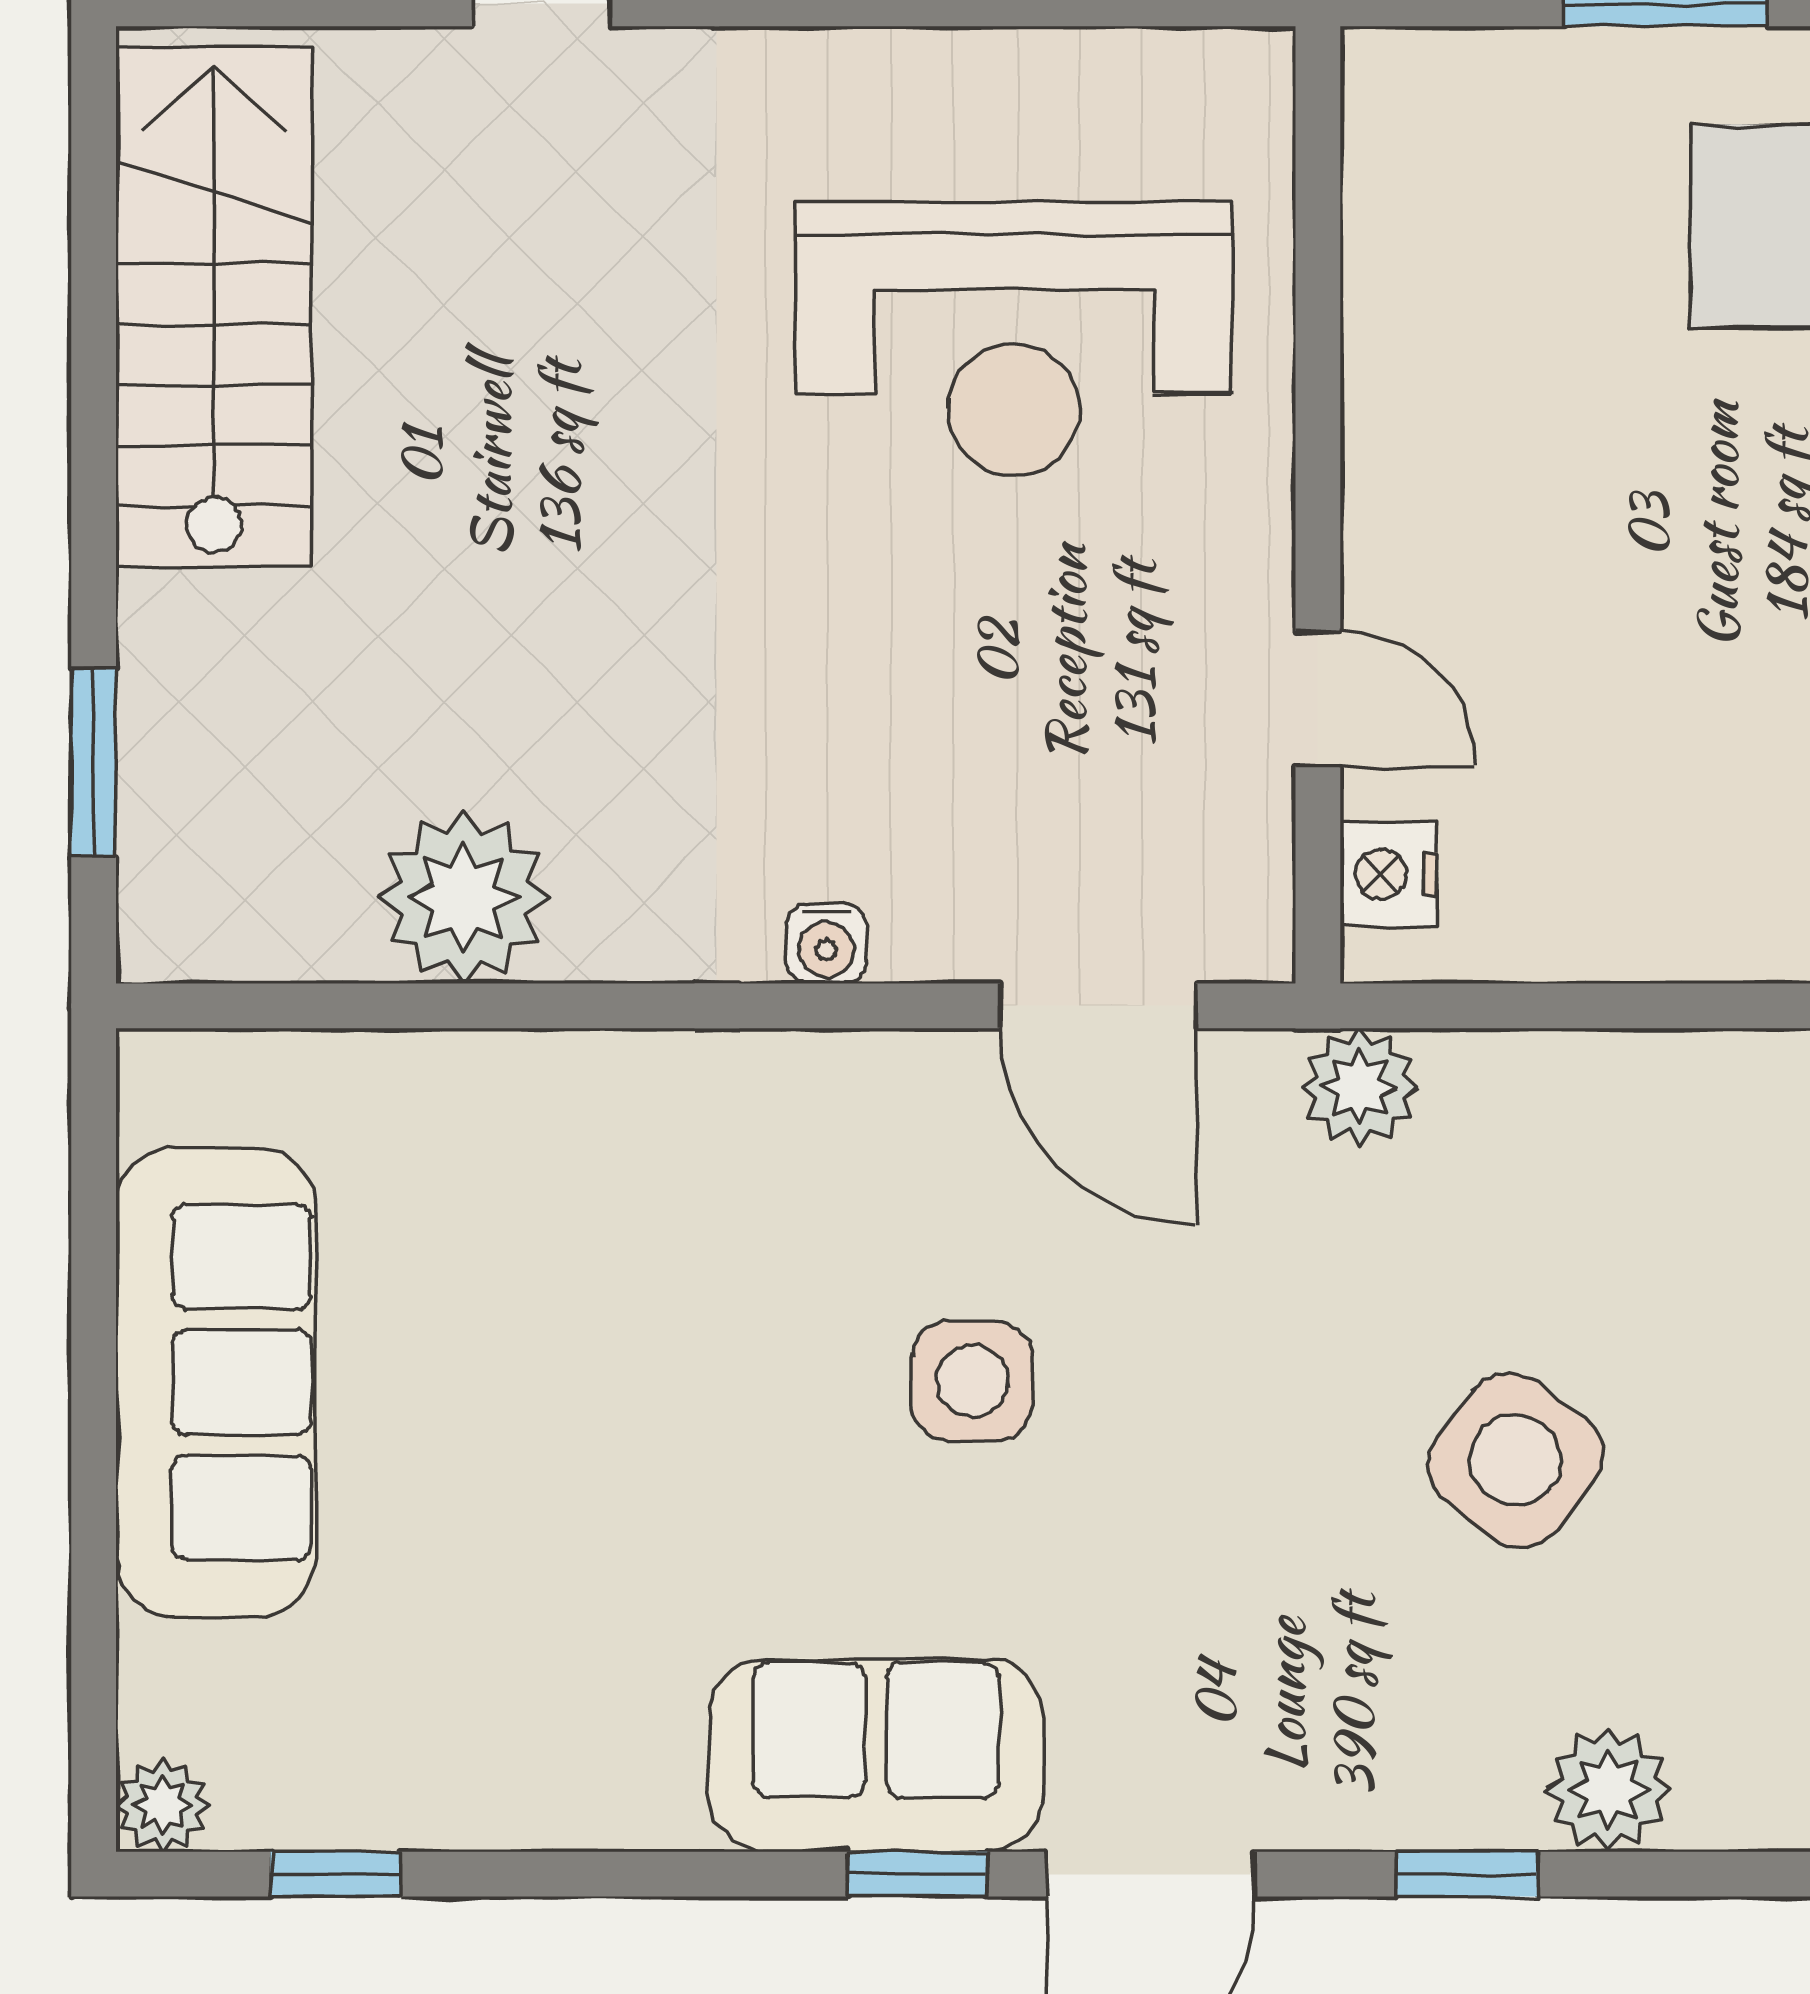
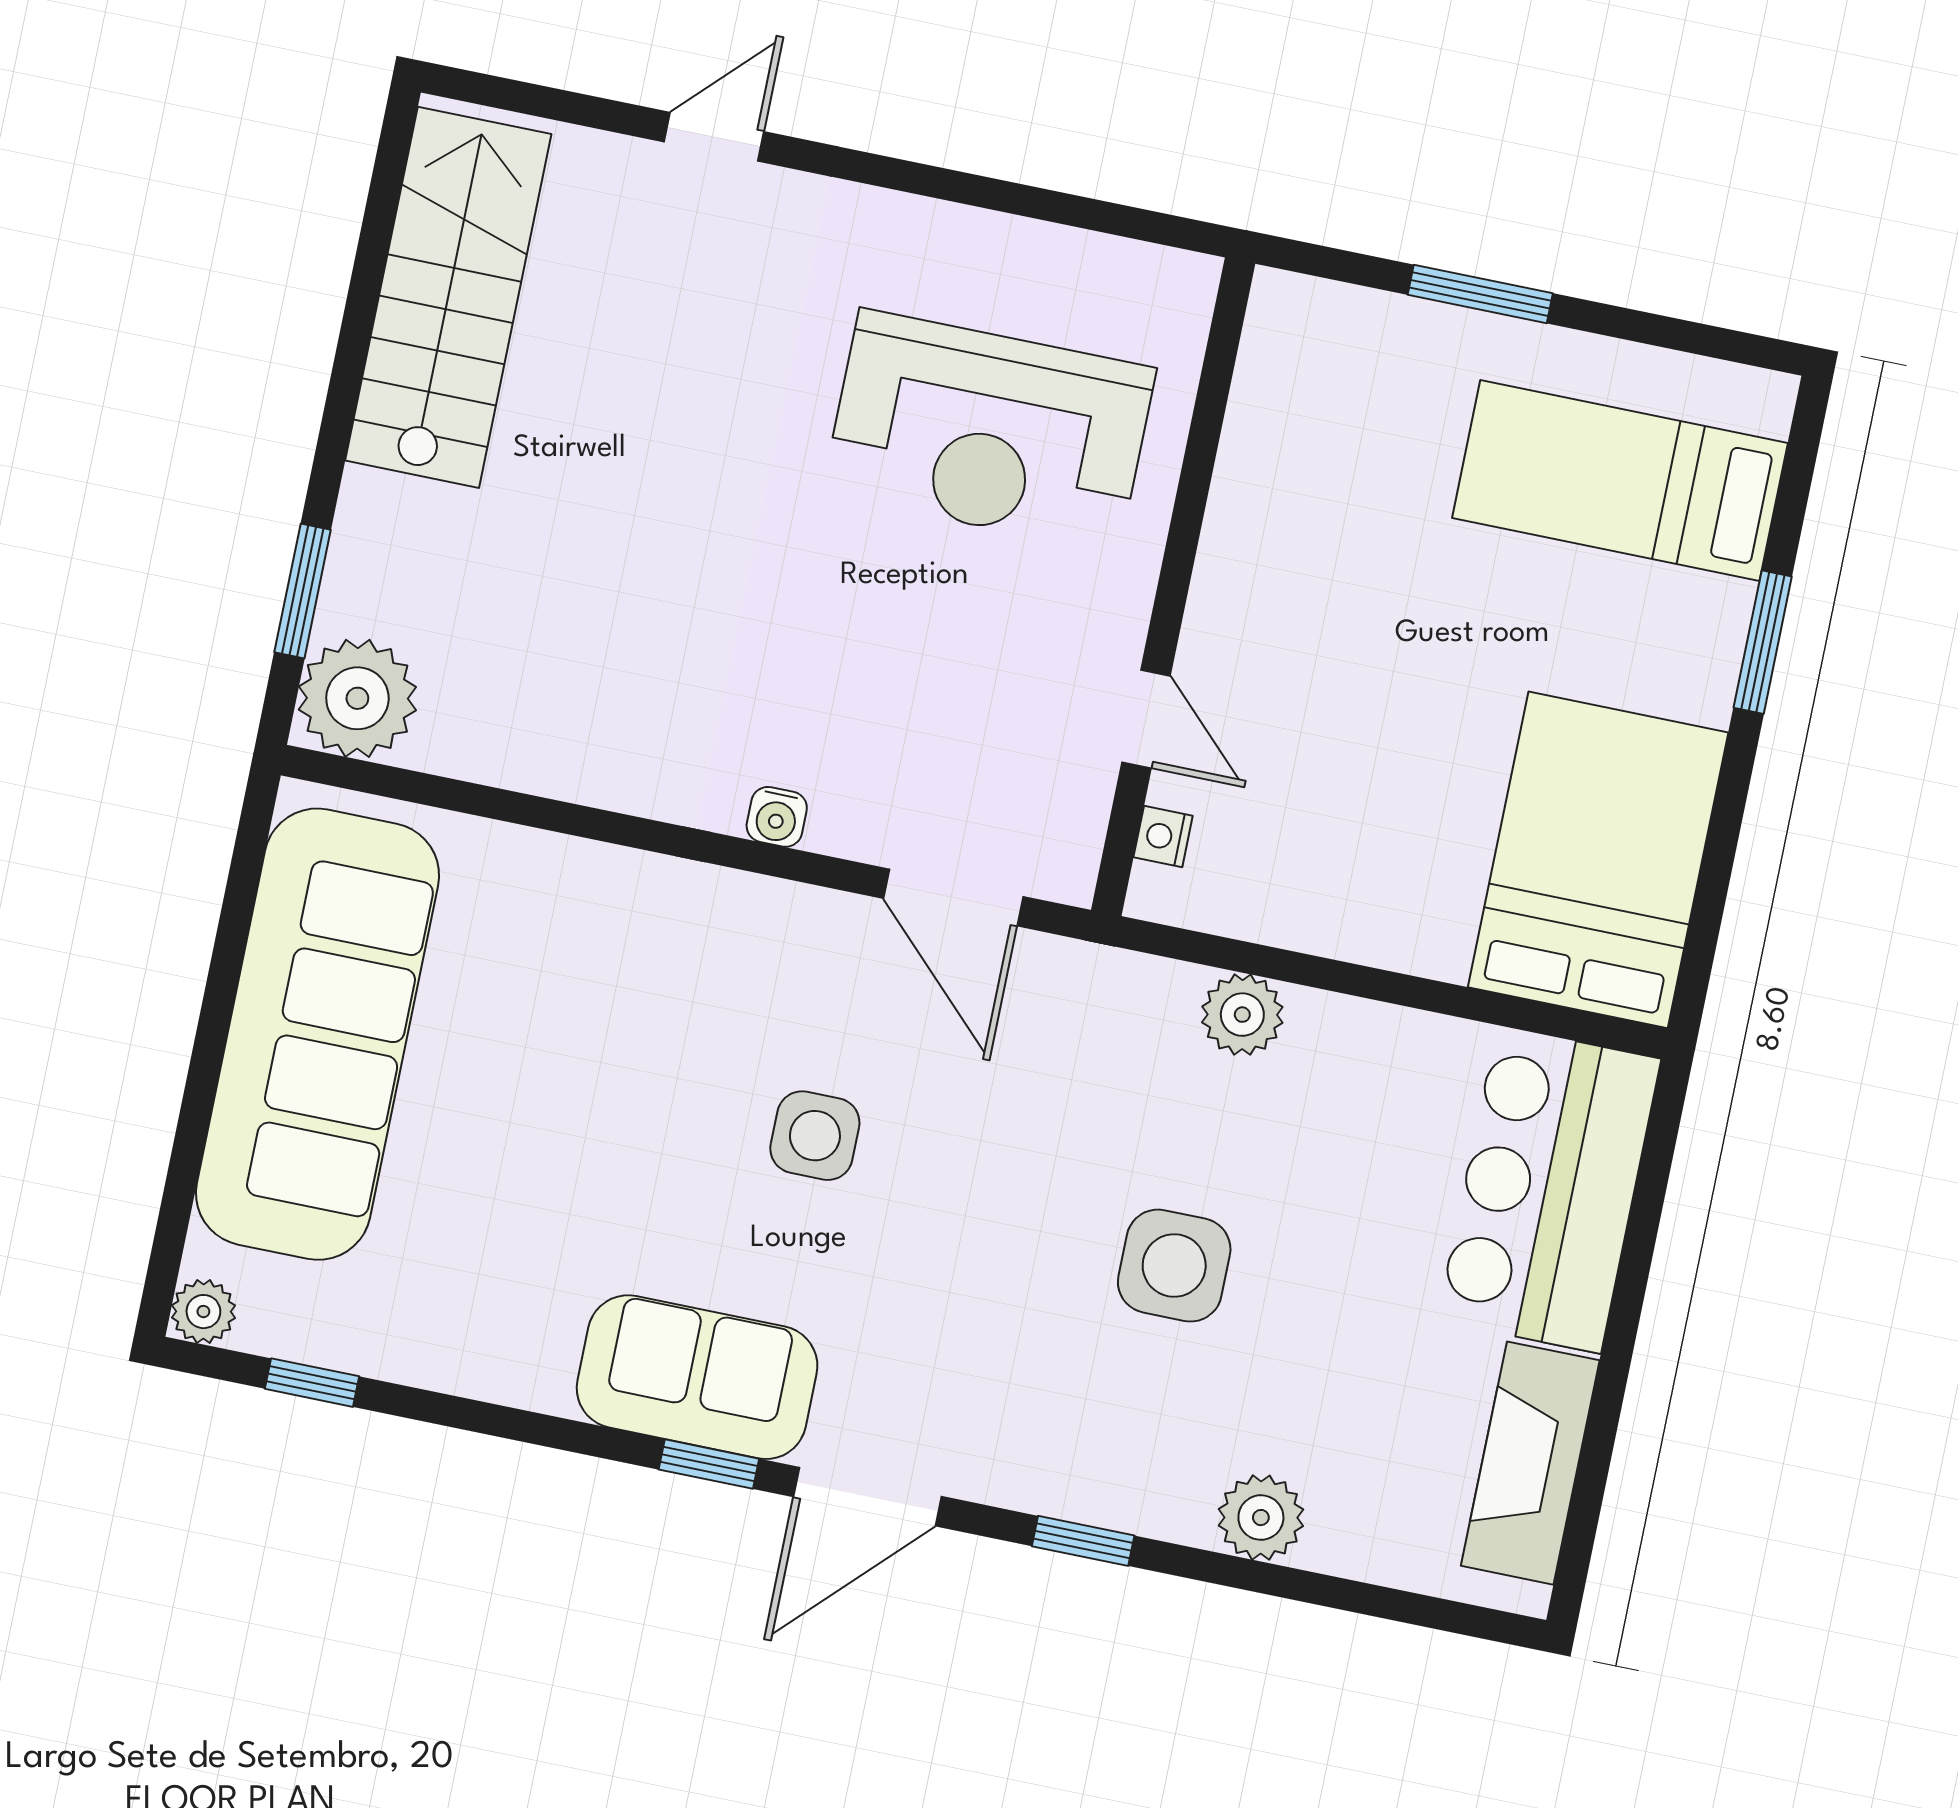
nightstand: (1389, 874) -> (1163, 837), width x0.72, depth x0.74
plant: (464, 898) -> (357, 698), moved
plant: (1360, 1087) -> (1242, 1015), moved
sofa: (216, 1382) -> (317, 1034), width x1.36, depth x1.27
side table: (1515, 1460) -> (1174, 1266), turned -37
plant: (1608, 1790) -> (1261, 1518), moved

